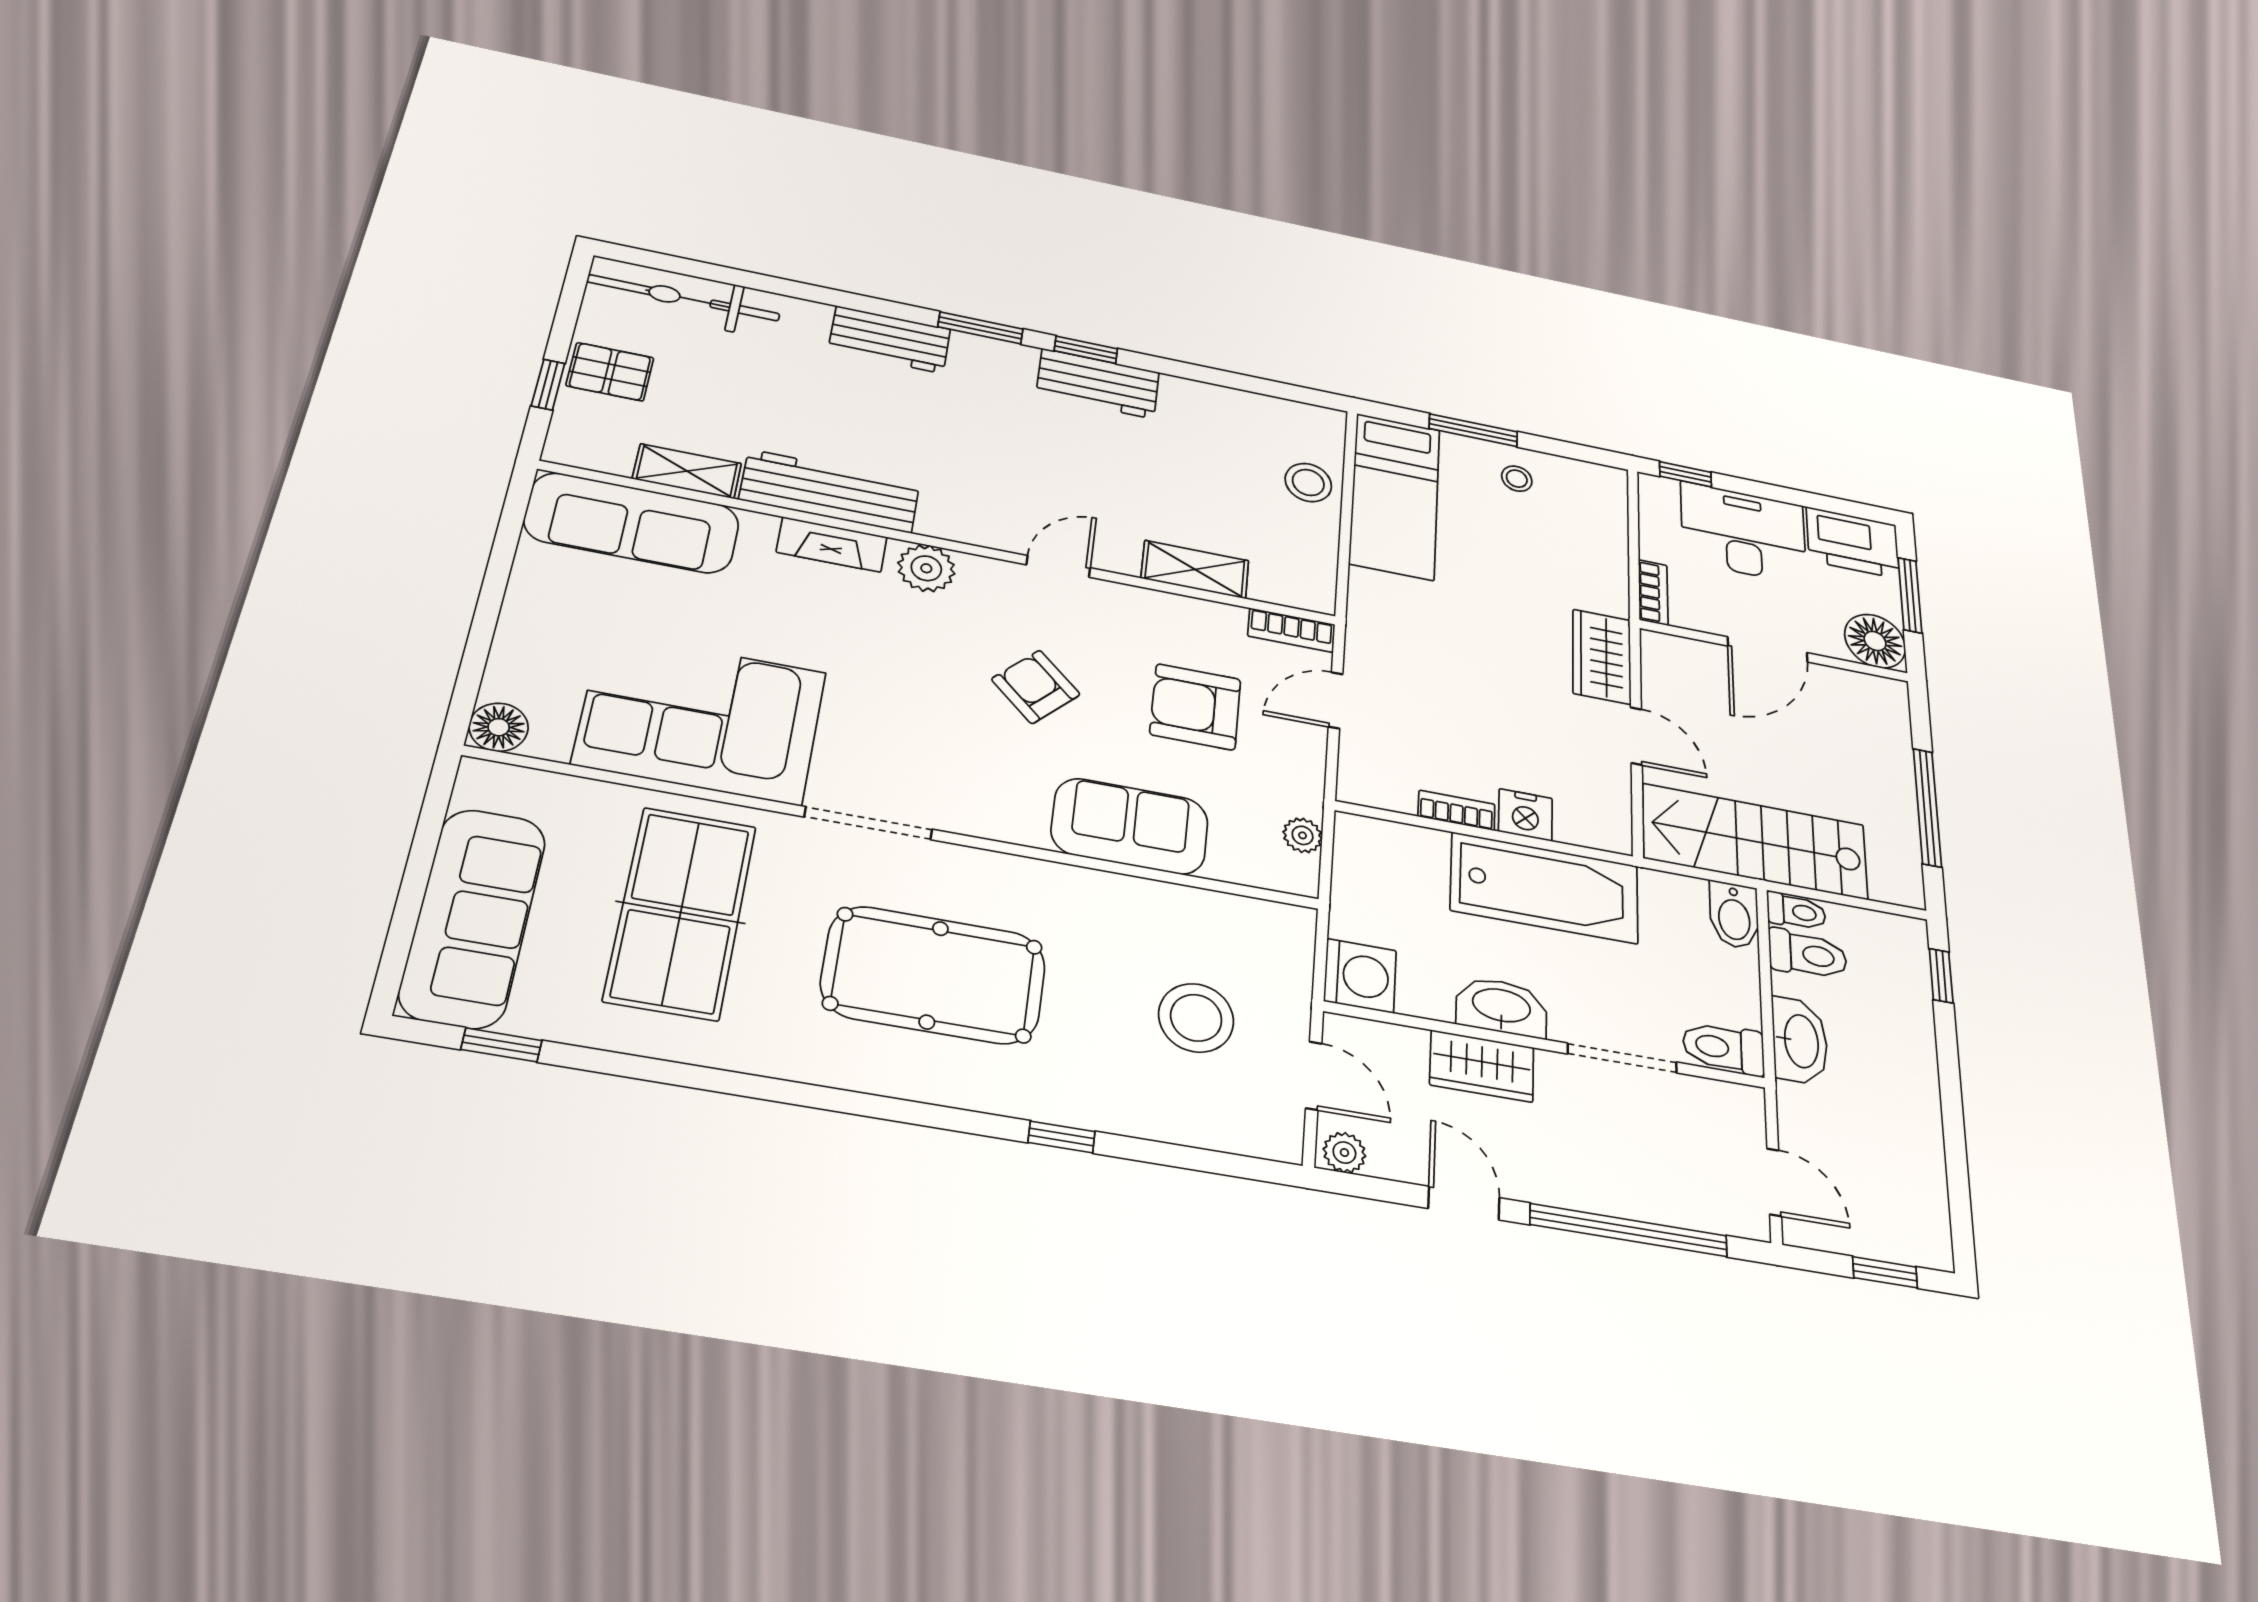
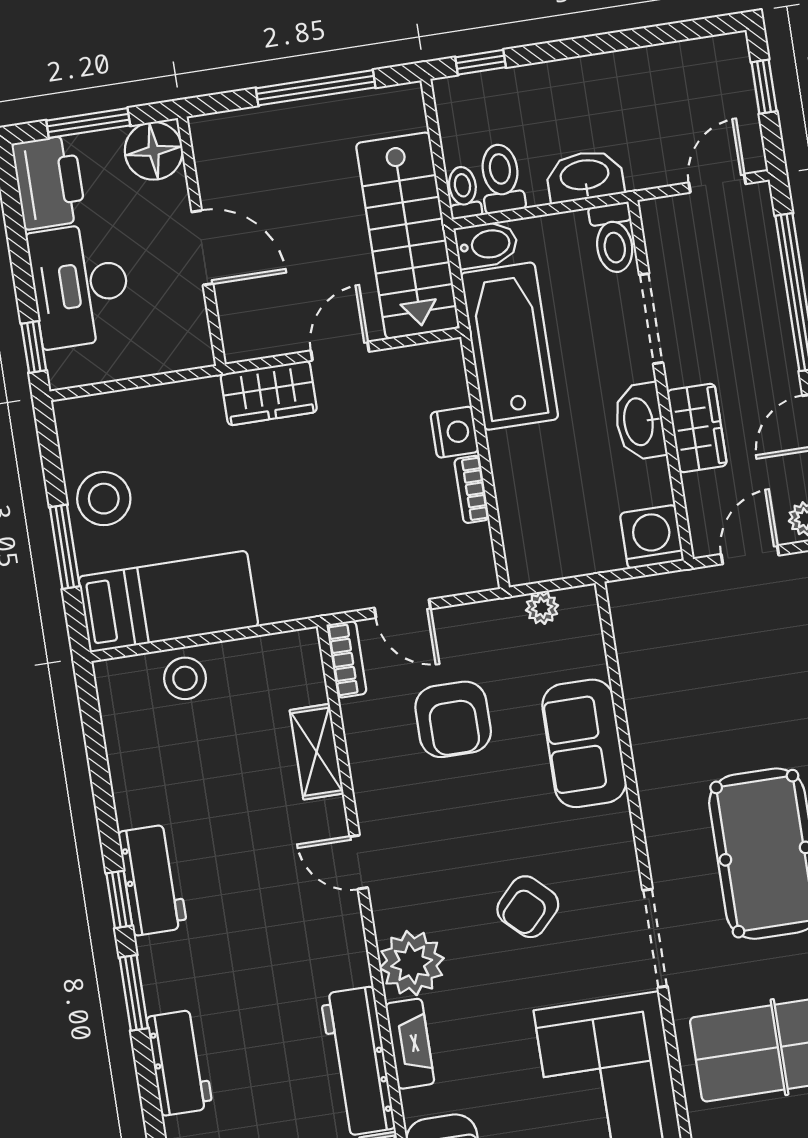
stool: (1517, 479) -> (104, 499), width x1.89, depth x1.89
plant: (926, 568) -> (412, 963), width x1.36, depth x1.36
bookcase: (1653, 592) -> (181, 358), removed
armchair: (1036, 687) -> (528, 907), moved
bathtub: (1545, 888) -> (509, 346), moved
stool: (1196, 1018) -> (733, 653), removed

